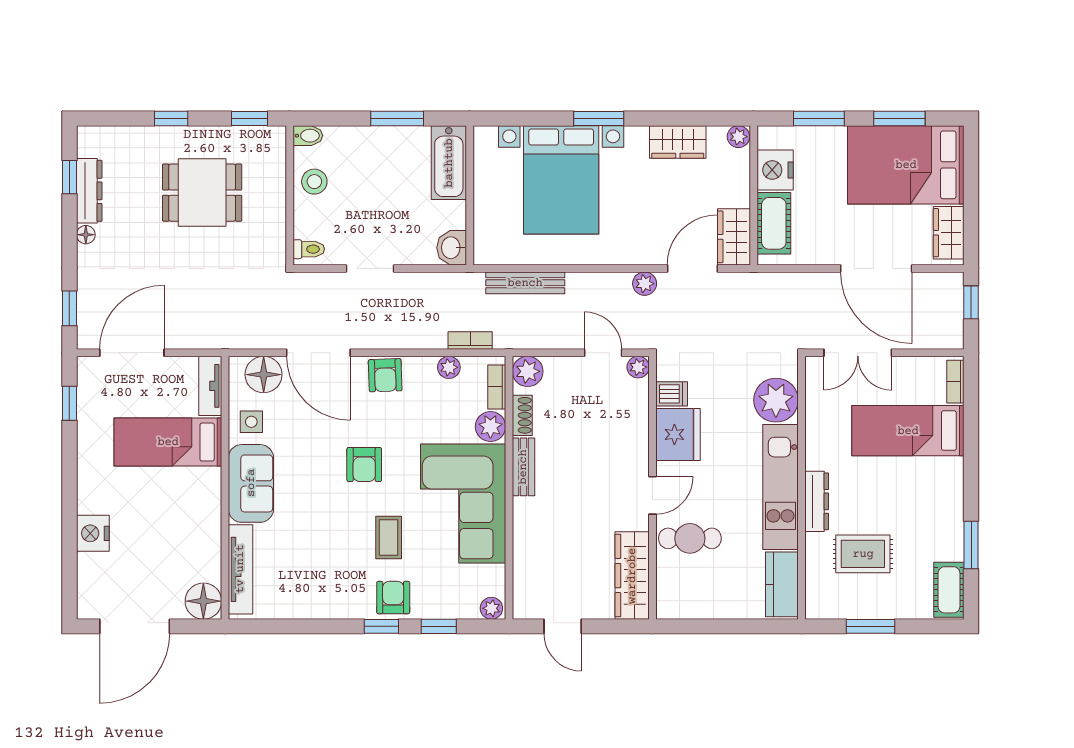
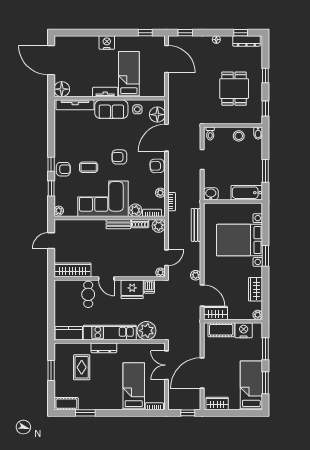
bed: (906, 165) -> (251, 385), width x0.67
dresser: (89, 191) -> (246, 41), moved
tv unit: (210, 386) -> (105, 92), moved
nightstand: (93, 533) -> (107, 42), moved

